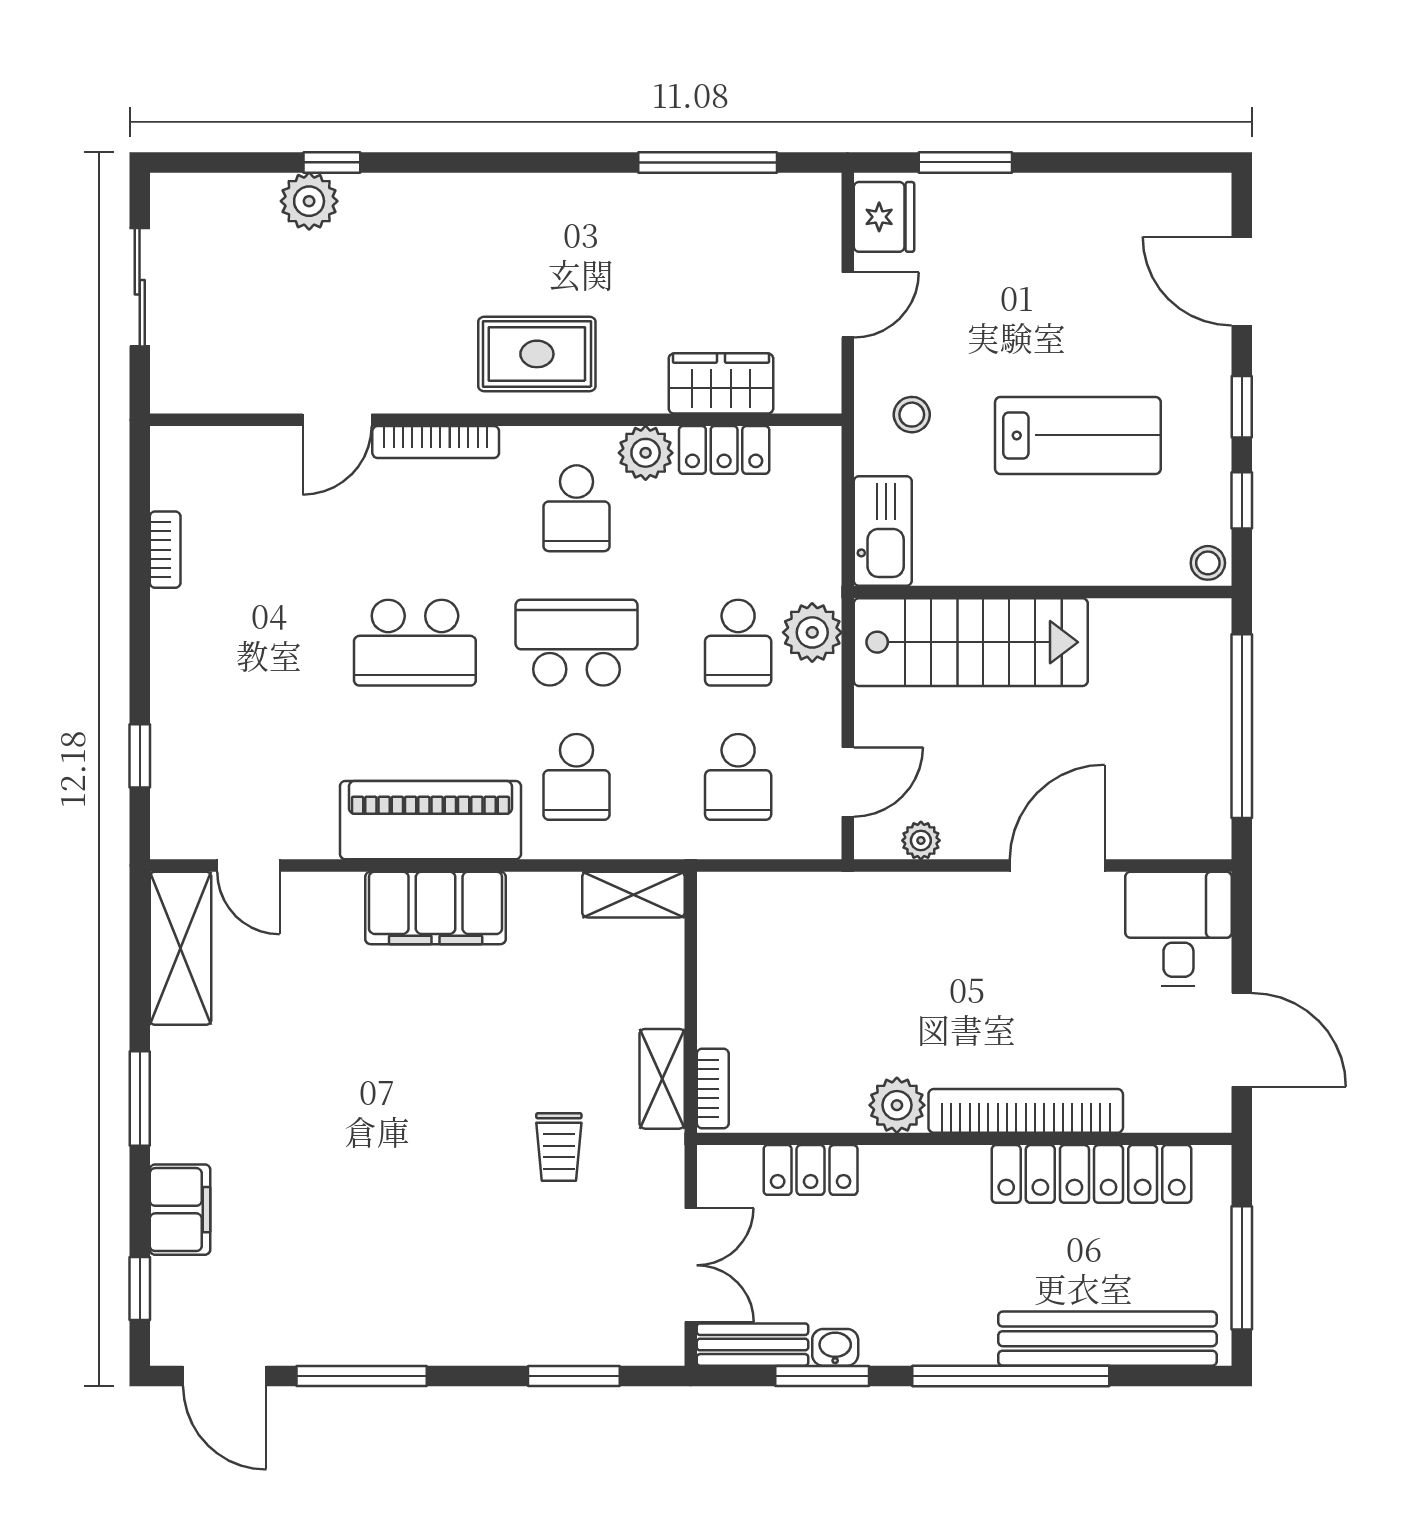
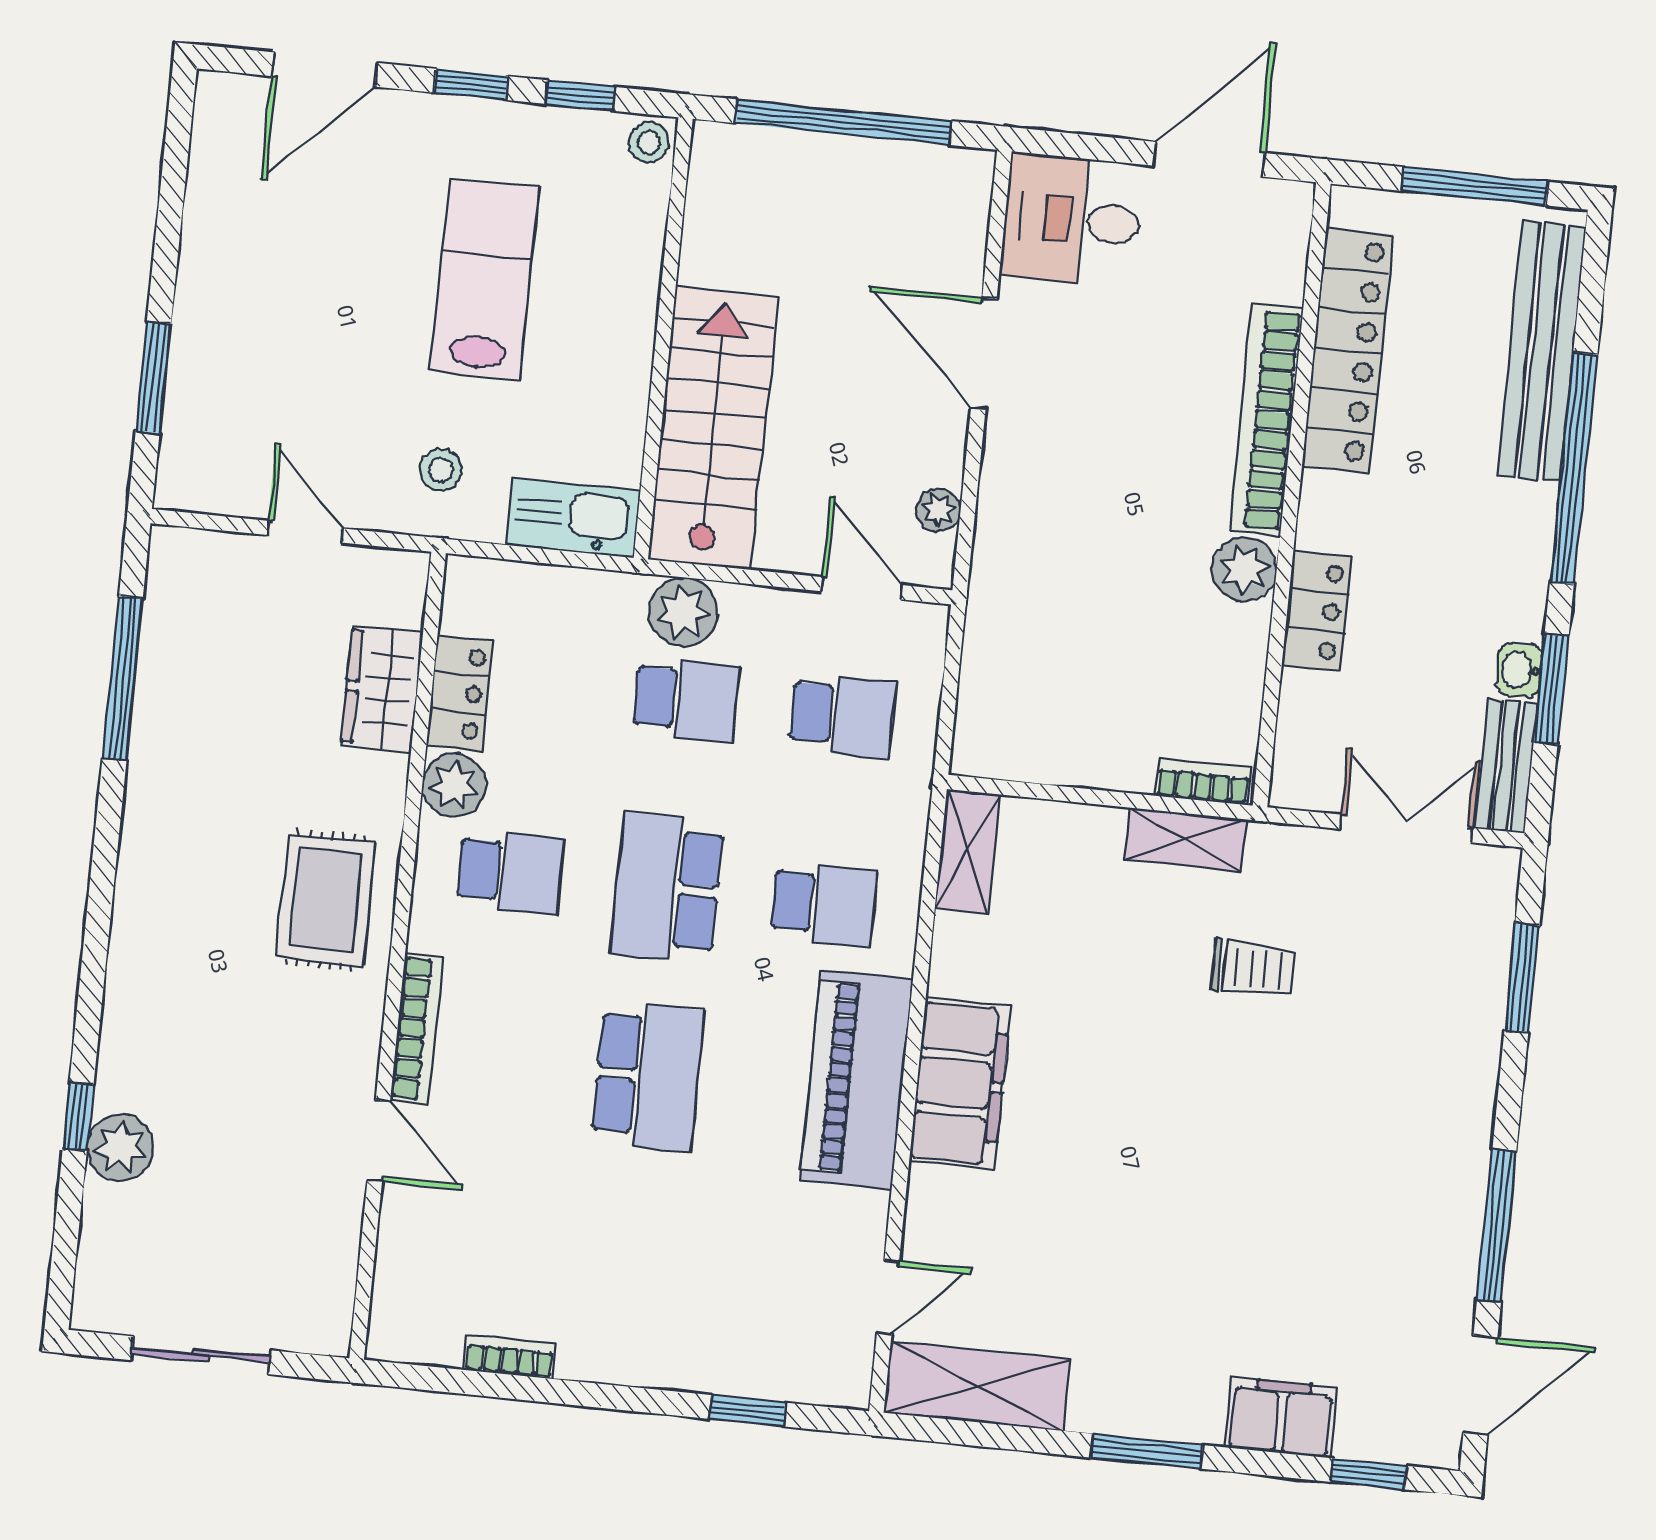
fridge: (884, 217) -> (207, 479), removed
locker: (811, 1170) -> (1316, 611), moved

